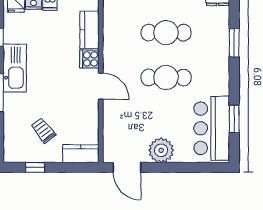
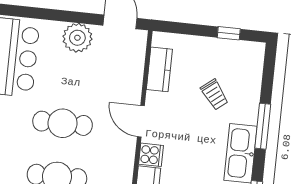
trolley: (43, 130) -> (214, 95), moved
kitchen counter: (81, 154) -> (159, 69), moved, turned -90

